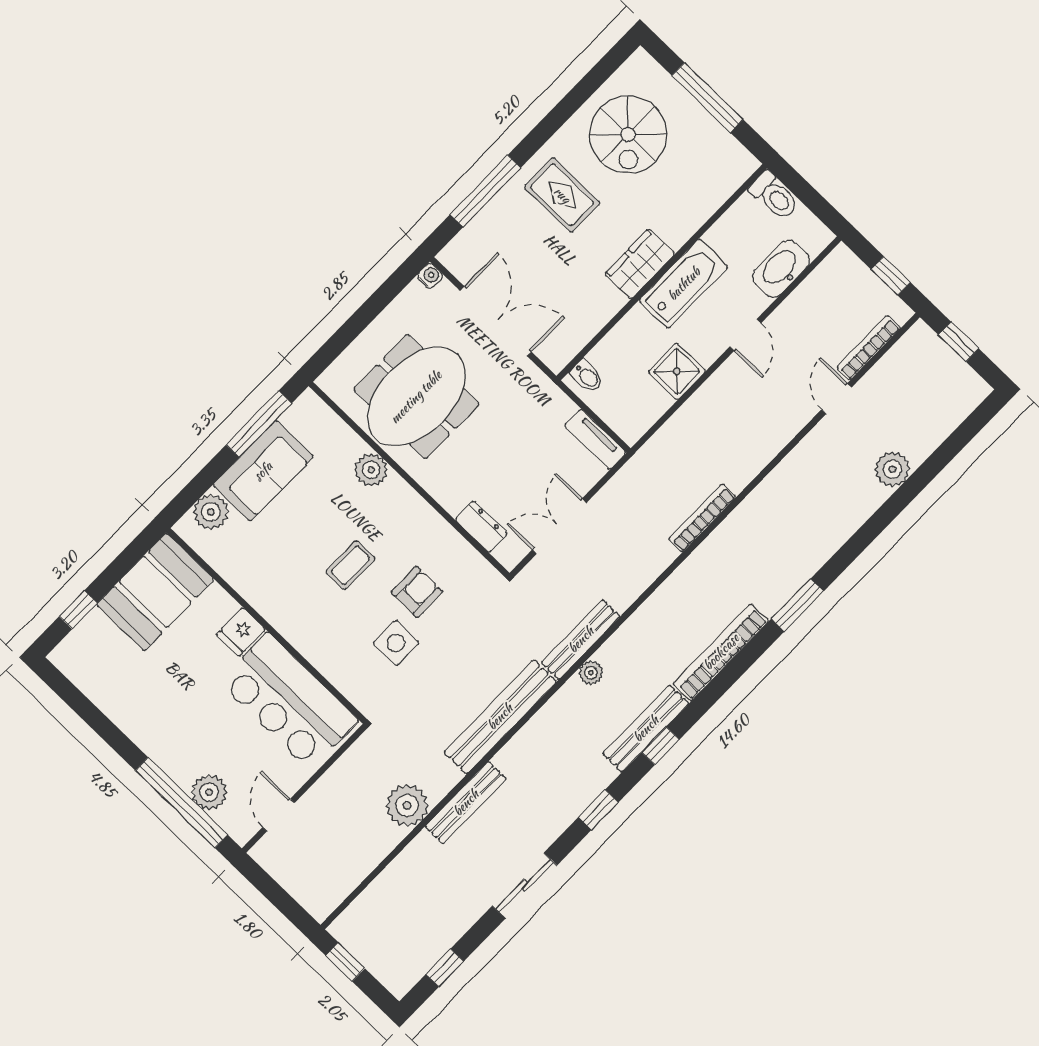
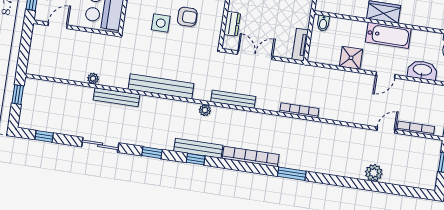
bench: (581, 640) -> (233, 99), moved
plant: (407, 805) -> (93, 78), width x0.53, depth x0.53

